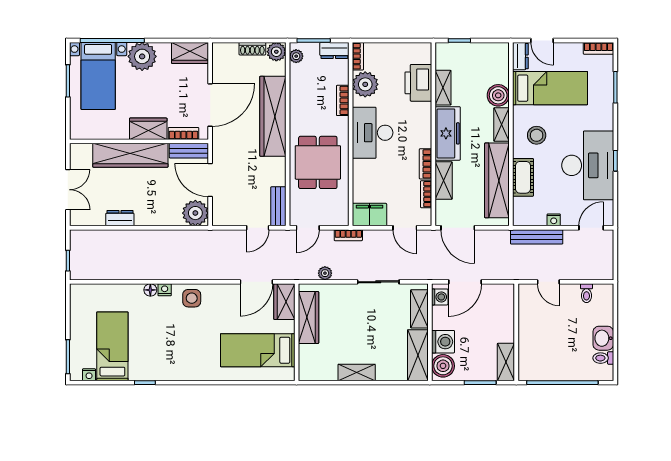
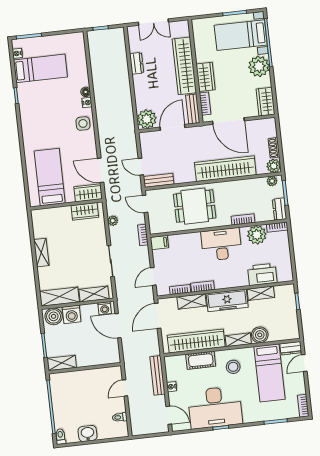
filing cabinet: (369, 215) -> (159, 243), width x0.50
wardrobe: (308, 317) -> (85, 211), width x0.67
toilet: (603, 358) -> (60, 436), moved

